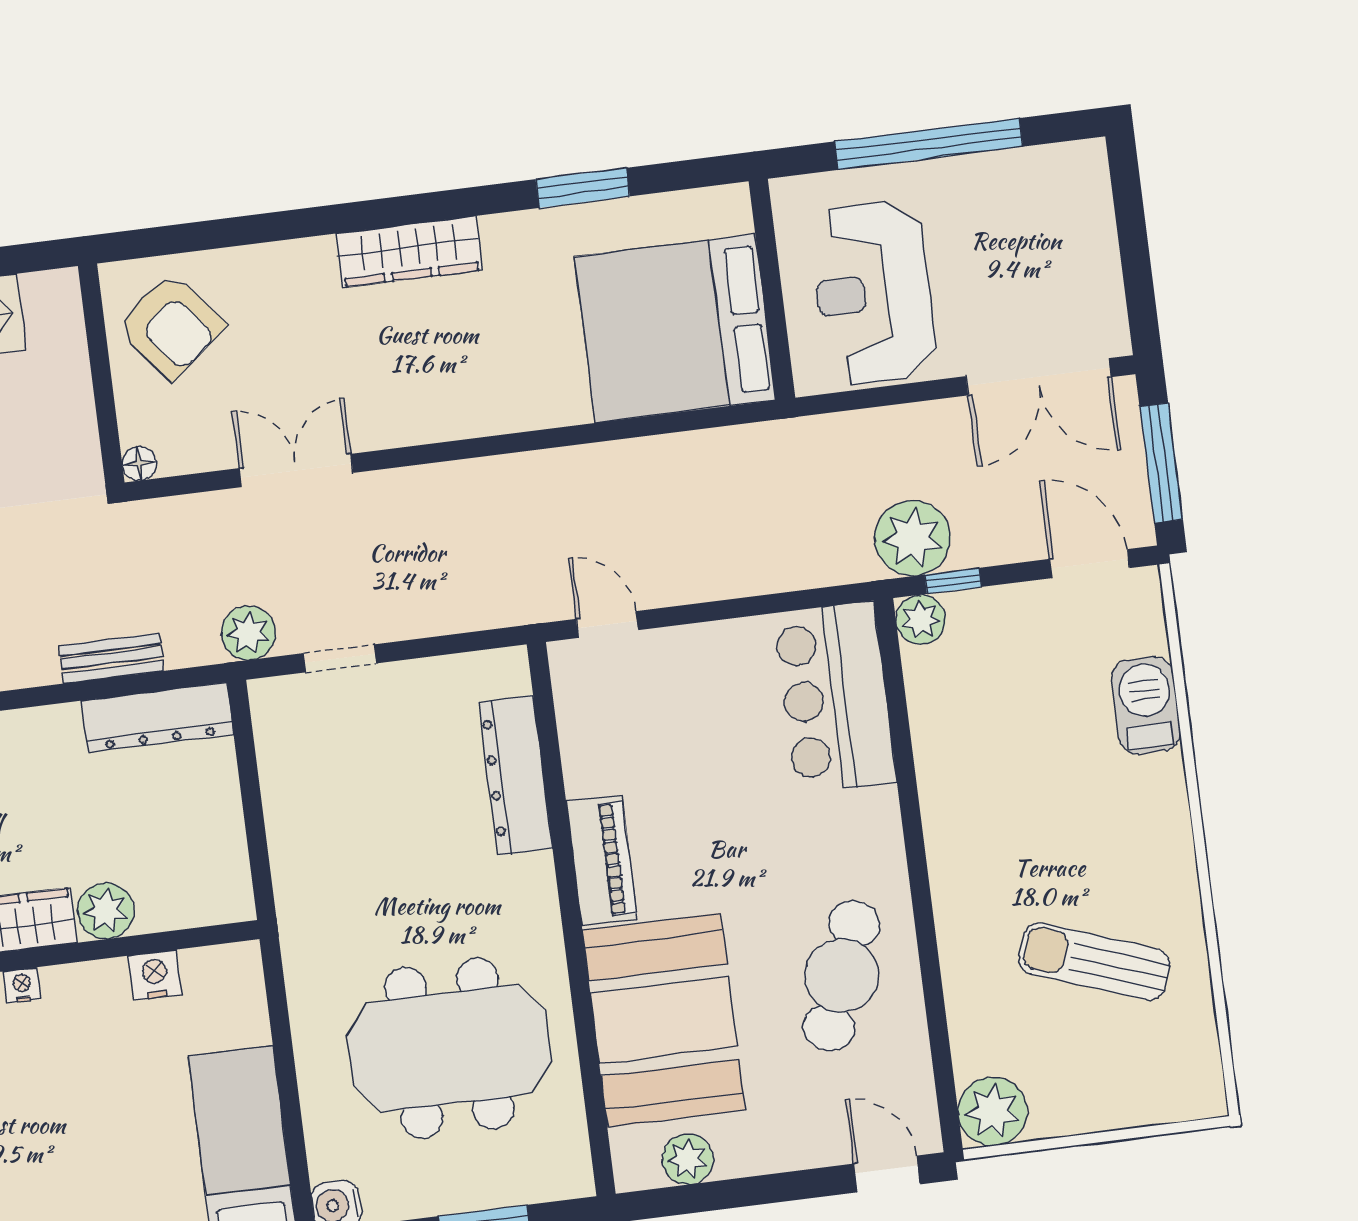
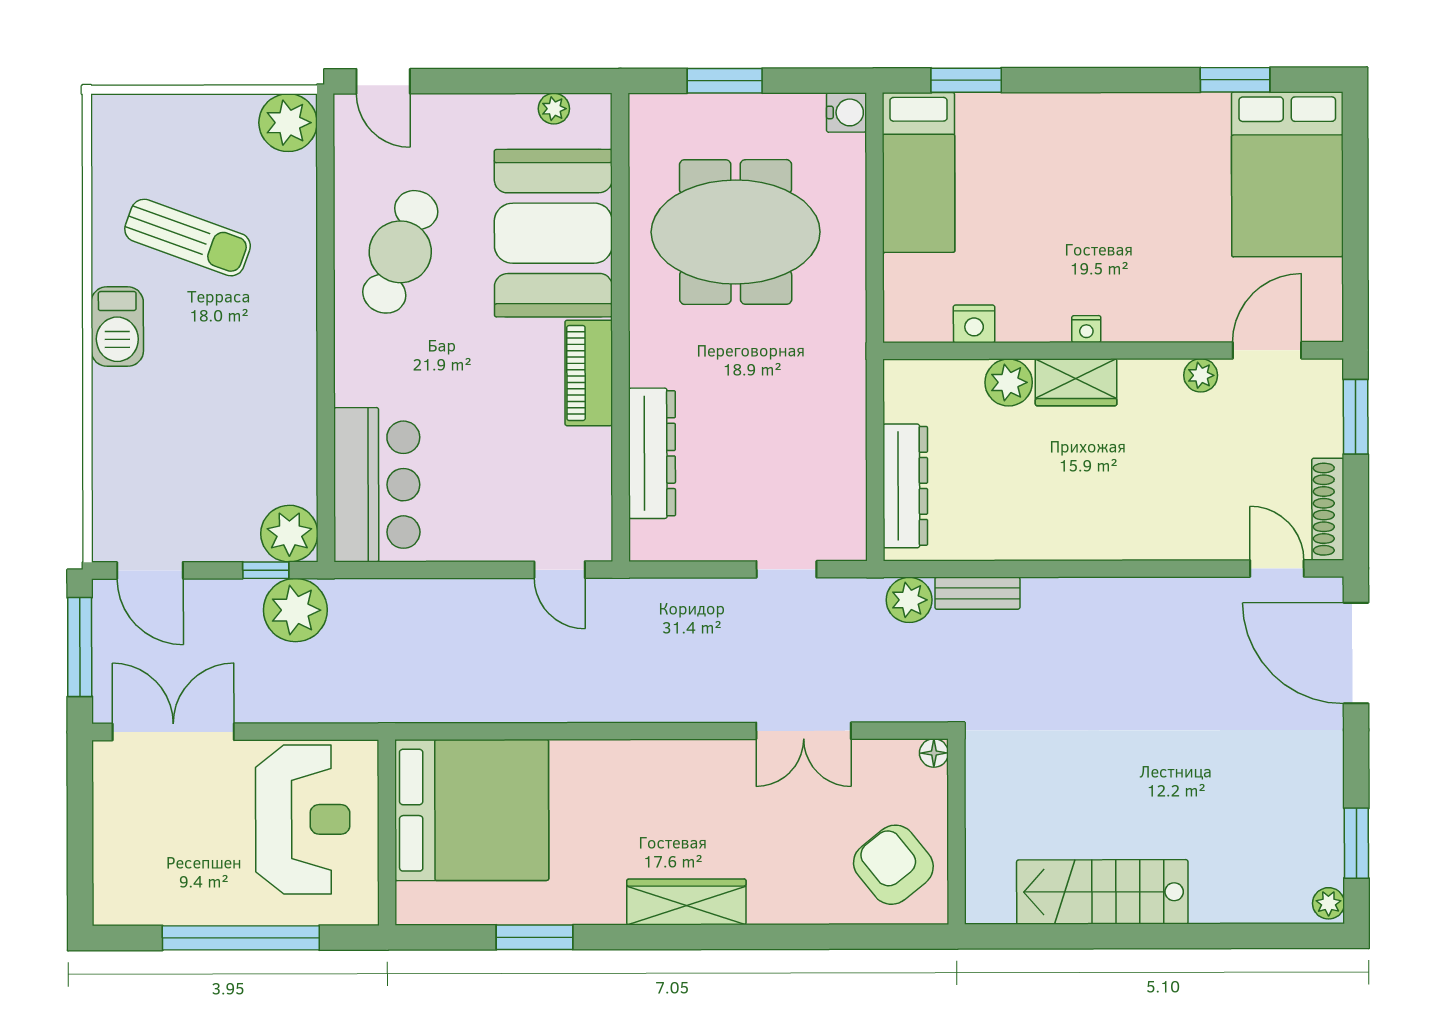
plant: (921, 620) -> (289, 534), width x1.36, depth x1.36
plant: (248, 633) -> (909, 600), moved
barbecue: (1146, 705) -> (117, 327), moved
dresser: (157, 717) -> (905, 486), moved, turned 90
plant: (688, 1159) -> (554, 109), width x0.73, depth x0.73

